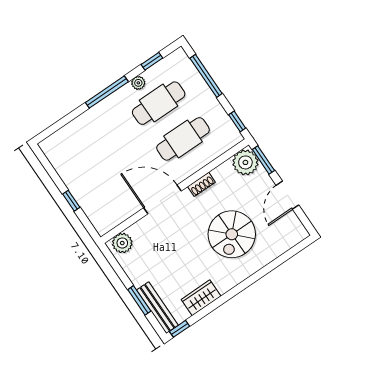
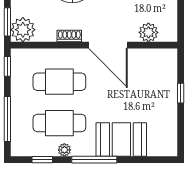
booth: (95, 126) -> (121, 139), added
plant: (122, 243) -> (148, 32), moved

